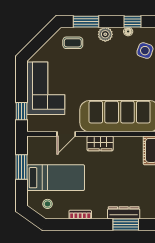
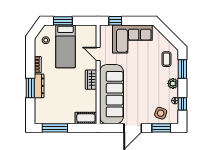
window: (22, 167) -> (63, 21), moved
dresser: (124, 213) -> (39, 86), moved
window: (126, 225) -> (30, 88), moved

